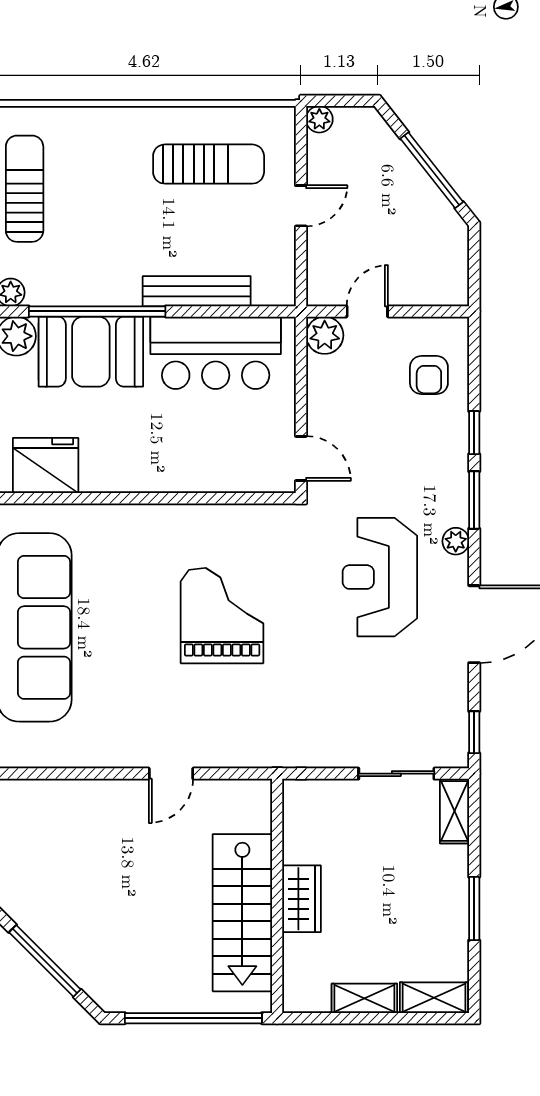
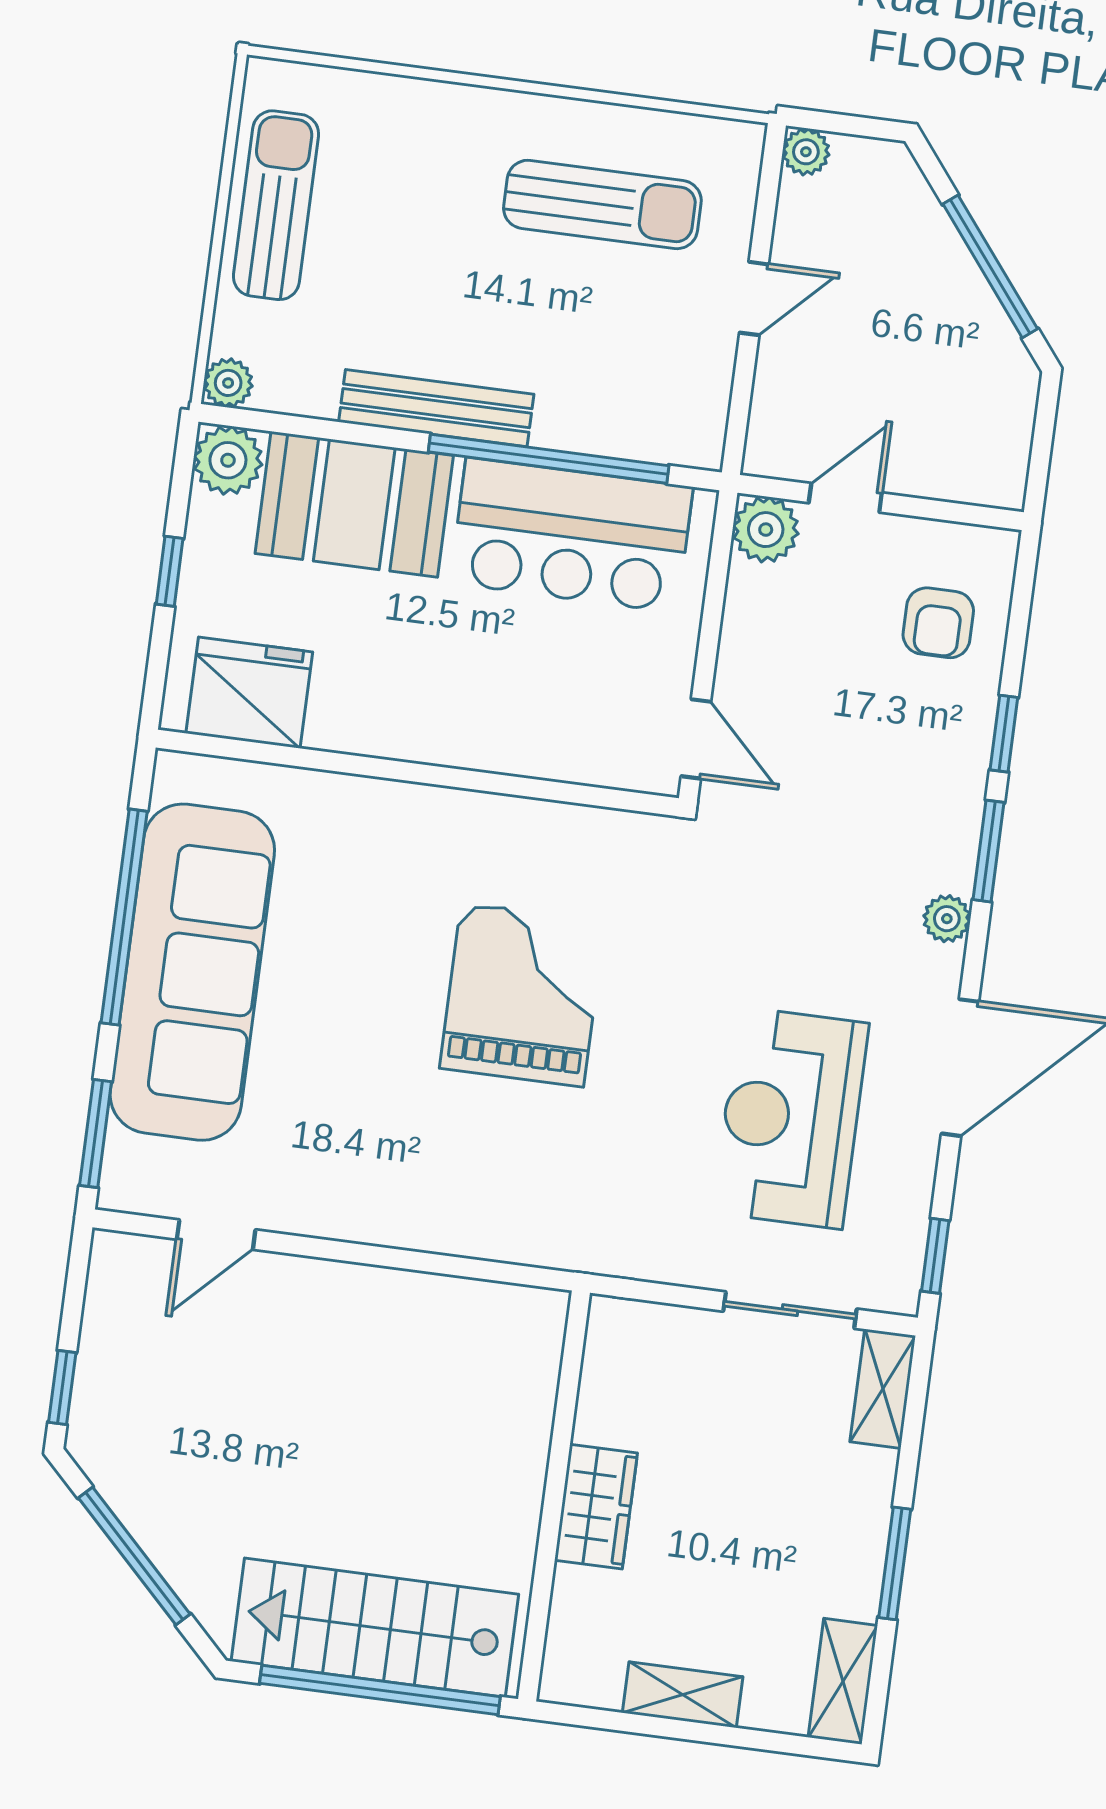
bench: (197, 291) -> (436, 408), moved
window: (97, 311) -> (549, 459), moved
reception desk: (380, 577) -> (791, 1118), moved
door: (171, 774) -> (216, 1235), moved
stairs: (242, 913) -> (375, 1628), moved, turned 90
shelving: (434, 998) -> (843, 1681), moved, turned 90

